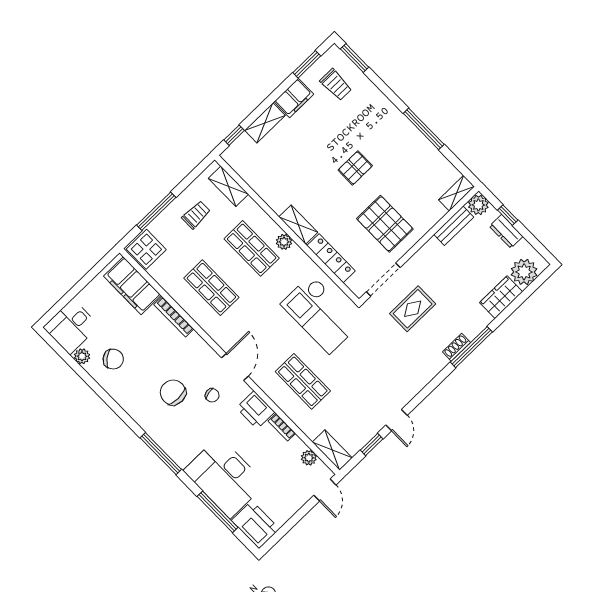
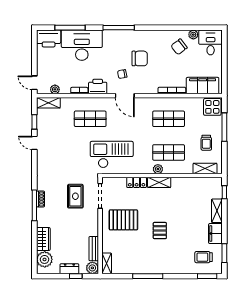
locker: (331, 258) -> (137, 182), width x0.66

